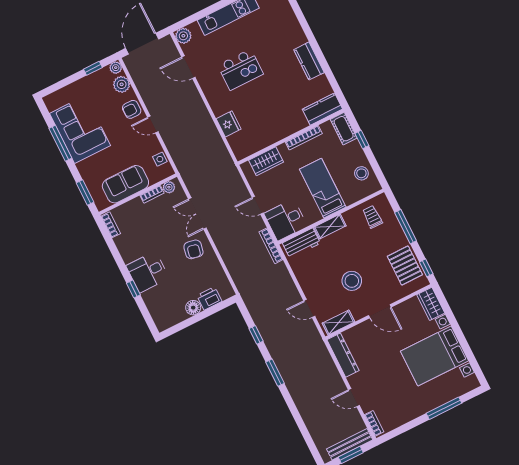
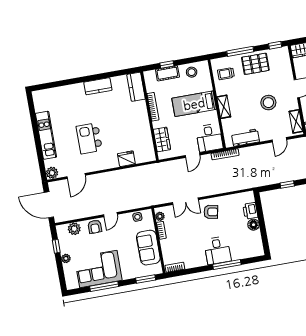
plant: (116, 68) -> (66, 258), moved
kitchen island: (240, 70) -> (89, 138), turned 180
cot: (344, 129) -> (167, 73), moved
workbench: (301, 243) -> (245, 138), moved, turned -90
pallet: (405, 265) -> (255, 64), moved
window: (133, 289) -> (227, 265), width x2.17

